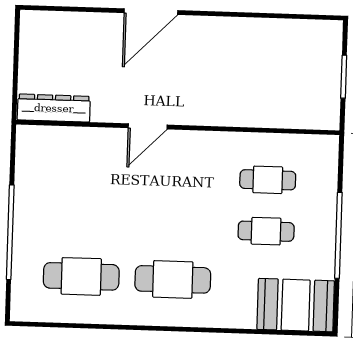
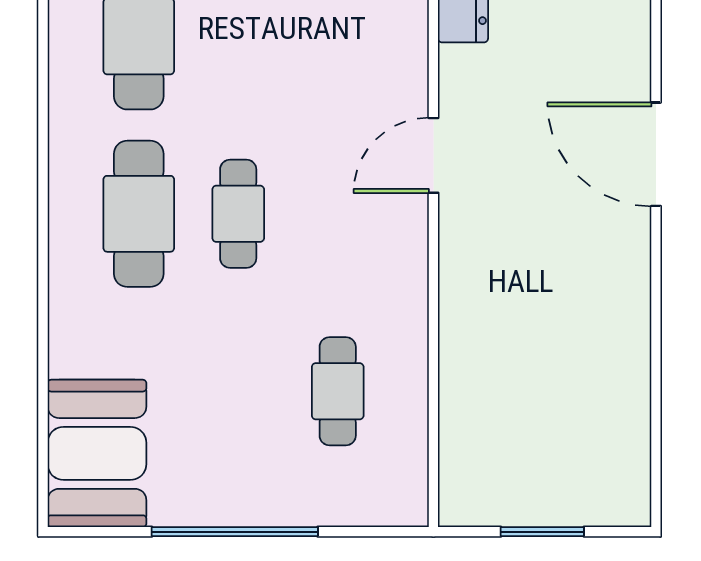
door: (148, 126) -> (433, 155), hinge flipped
cafe table: (266, 231) -> (238, 214), moved

